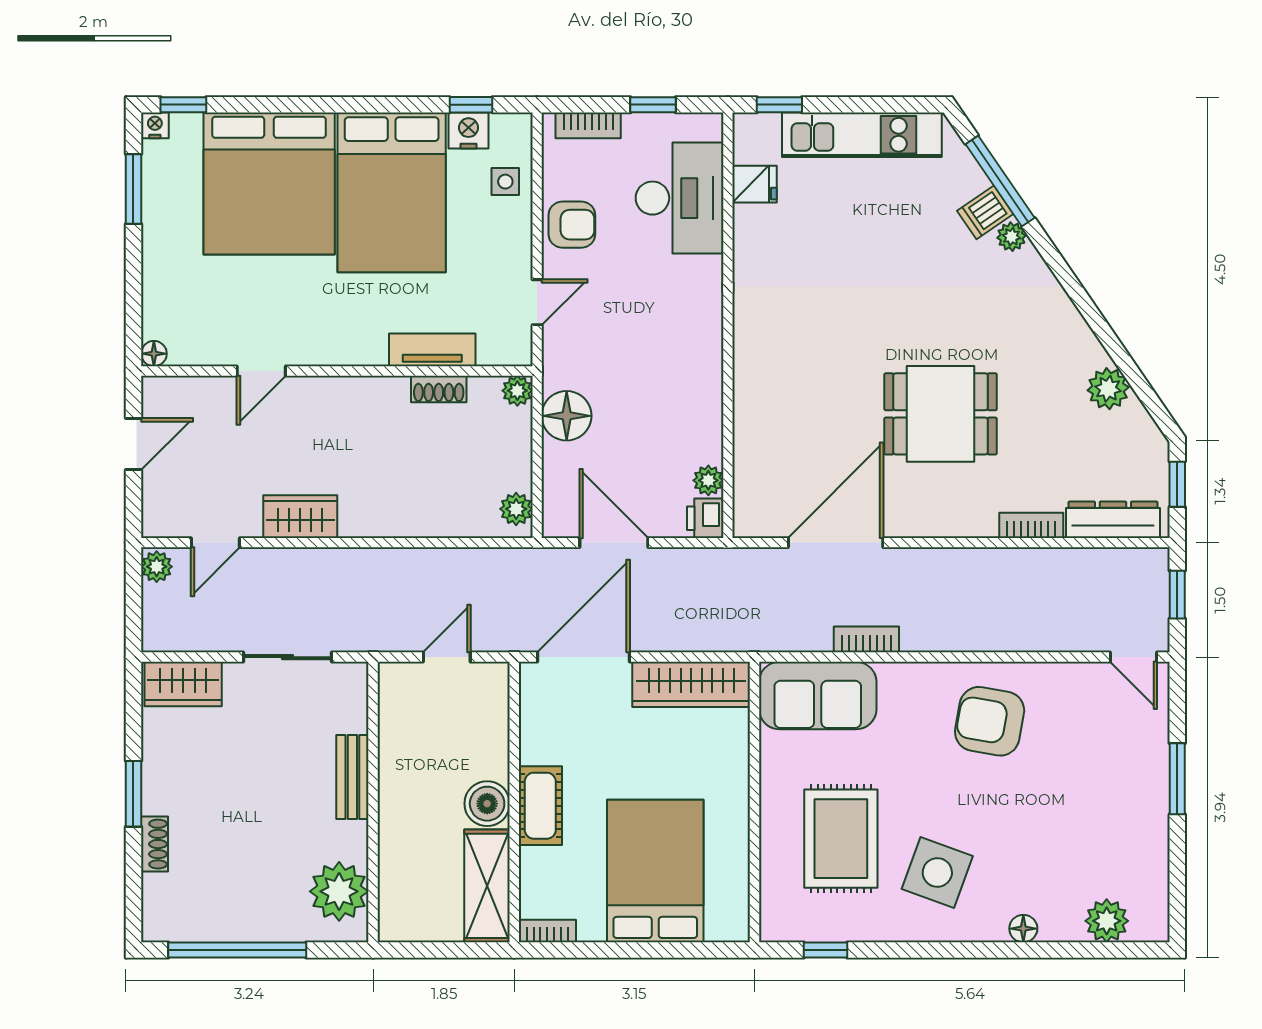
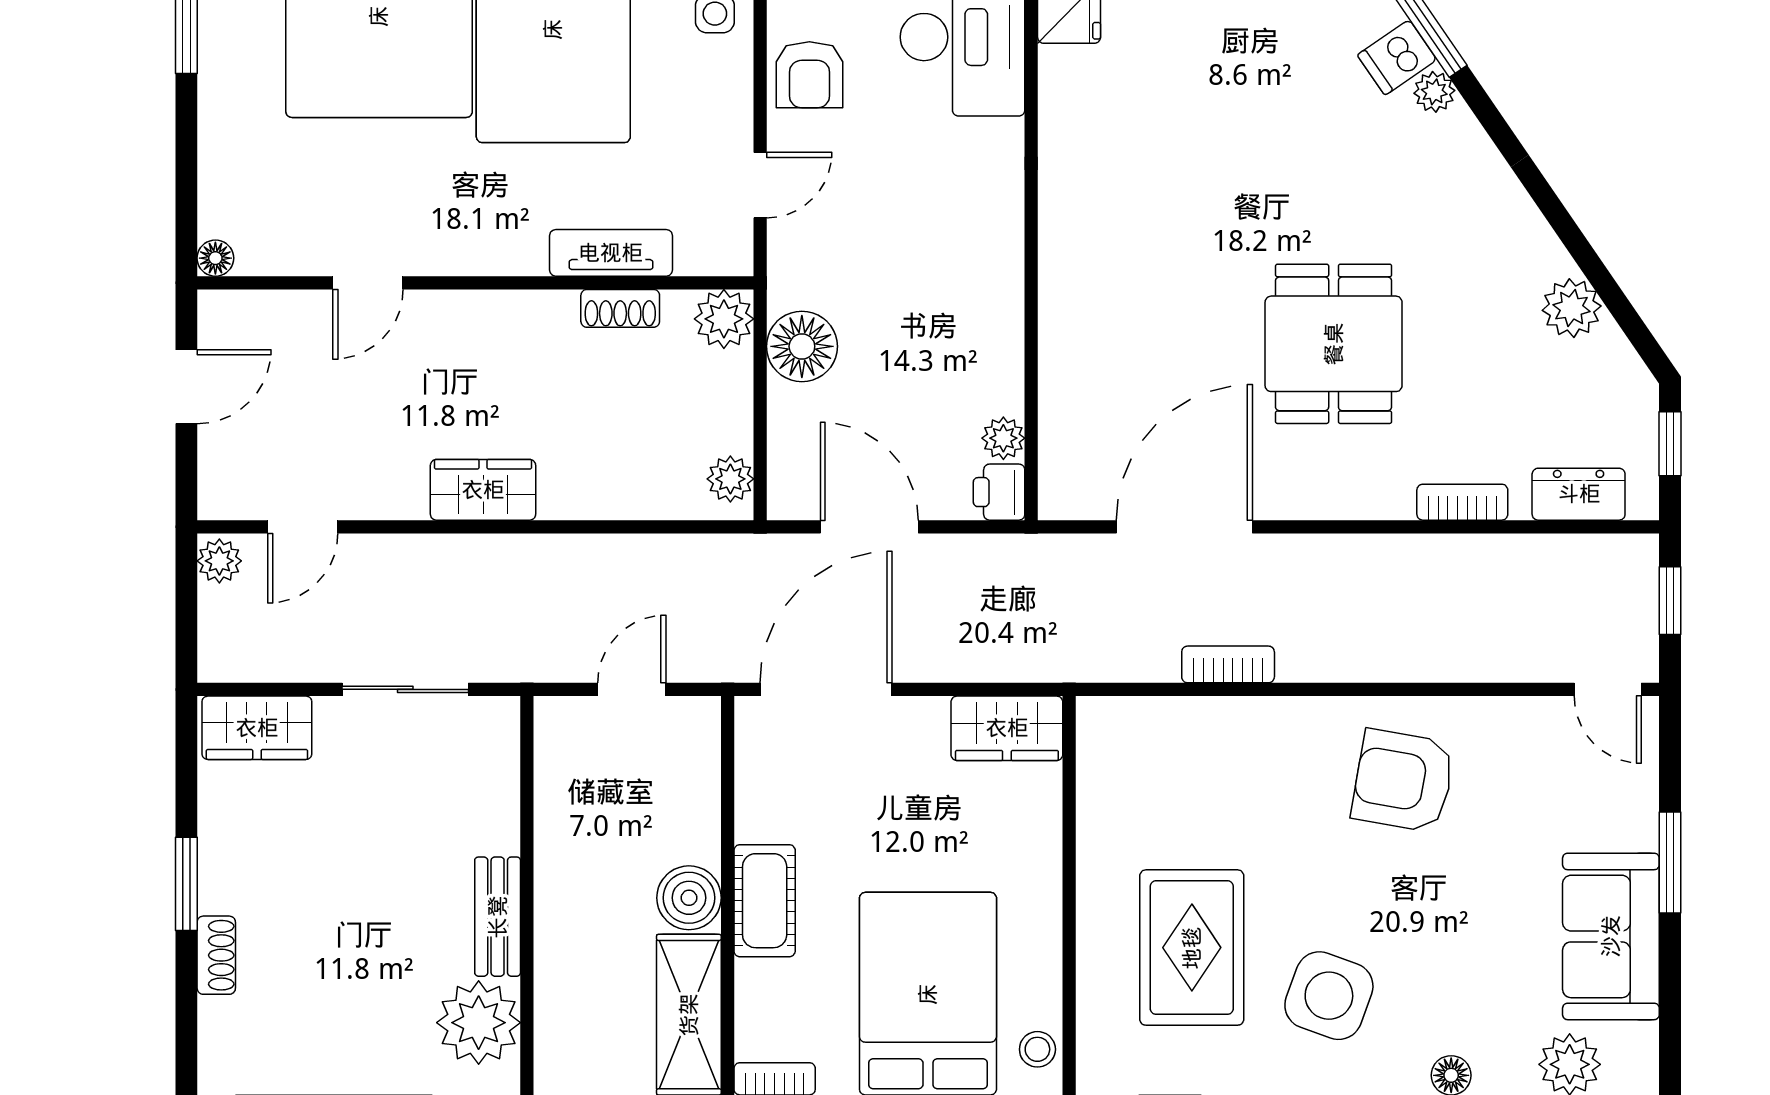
armchair: (572, 225) -> (809, 75), turned 90
plant: (517, 391) -> (724, 319), width x1.38, depth x1.38
dining table: (941, 414) -> (1334, 344), turned 90
wardrobe: (300, 517) -> (483, 490), moved
dresser: (1113, 520) -> (1579, 494), width x0.70
wardrobe: (691, 684) -> (1007, 728), width x0.67
sofa: (818, 696) -> (1611, 936), moved, turned 90
bench: (352, 777) -> (498, 917), moved
stool: (732, 910) -> (1037, 1049), added

